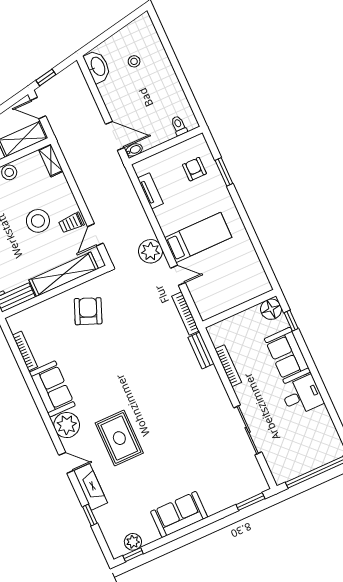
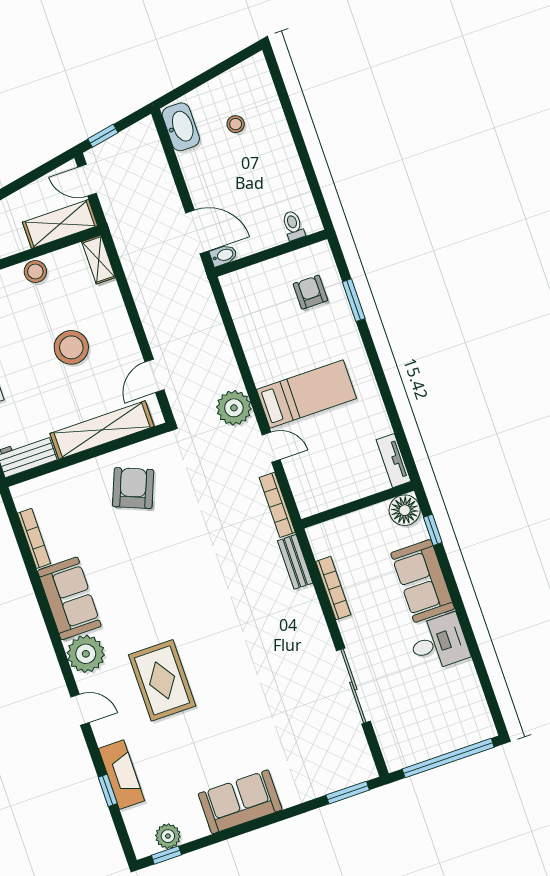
tv unit: (150, 191) -> (394, 461), moved, turned 180
trolley: (71, 223) -> (121, 355), removed
fireplace: (90, 487) -> (122, 775), moved

